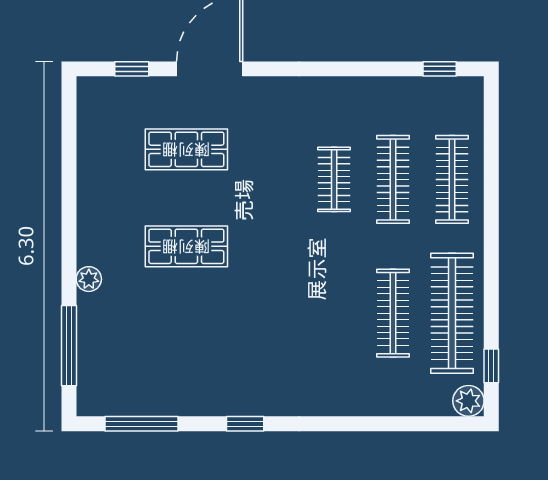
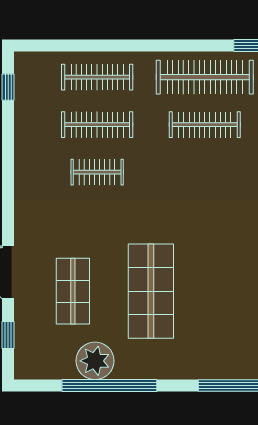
window: (69, 195) -> (109, 386), added
shop shelf: (186, 246) -> (151, 291), width x1.43, depth x1.36
plant: (89, 279) -> (95, 361), moved, width x1.87, depth x1.87

